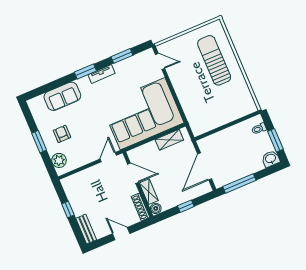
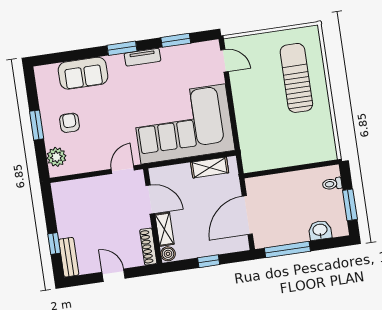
washbasin: (271, 159) -> (320, 230), moved
window: (68, 210) -> (54, 244), moved

